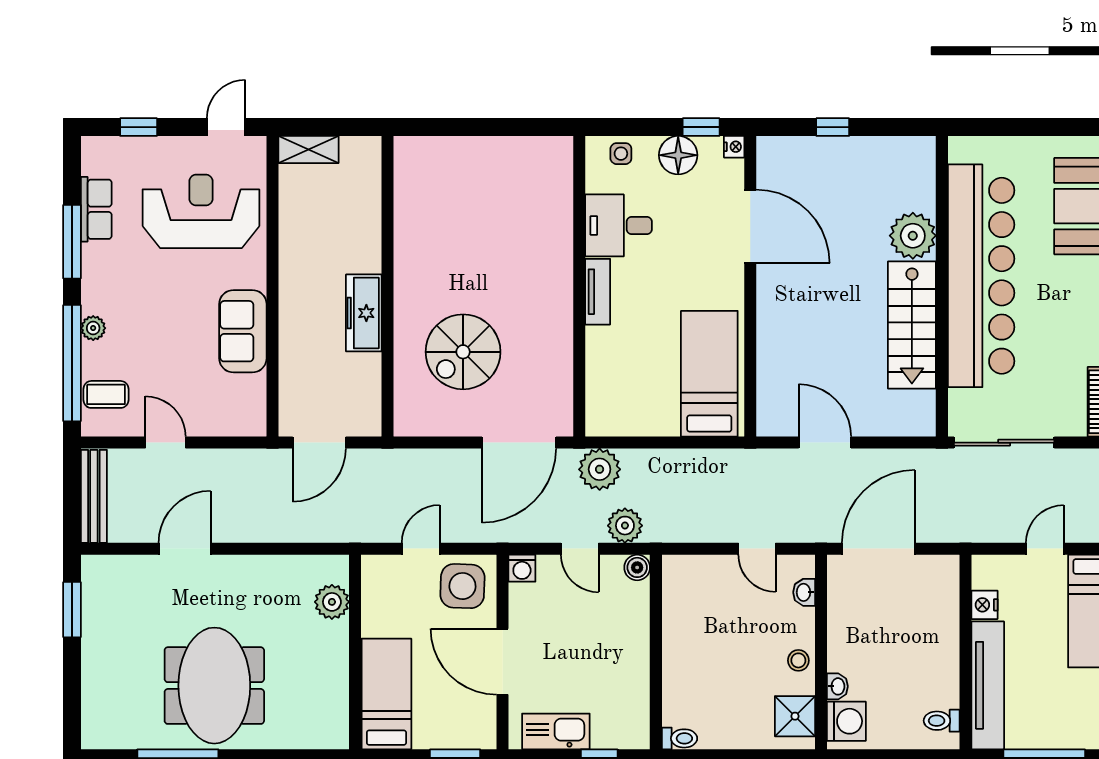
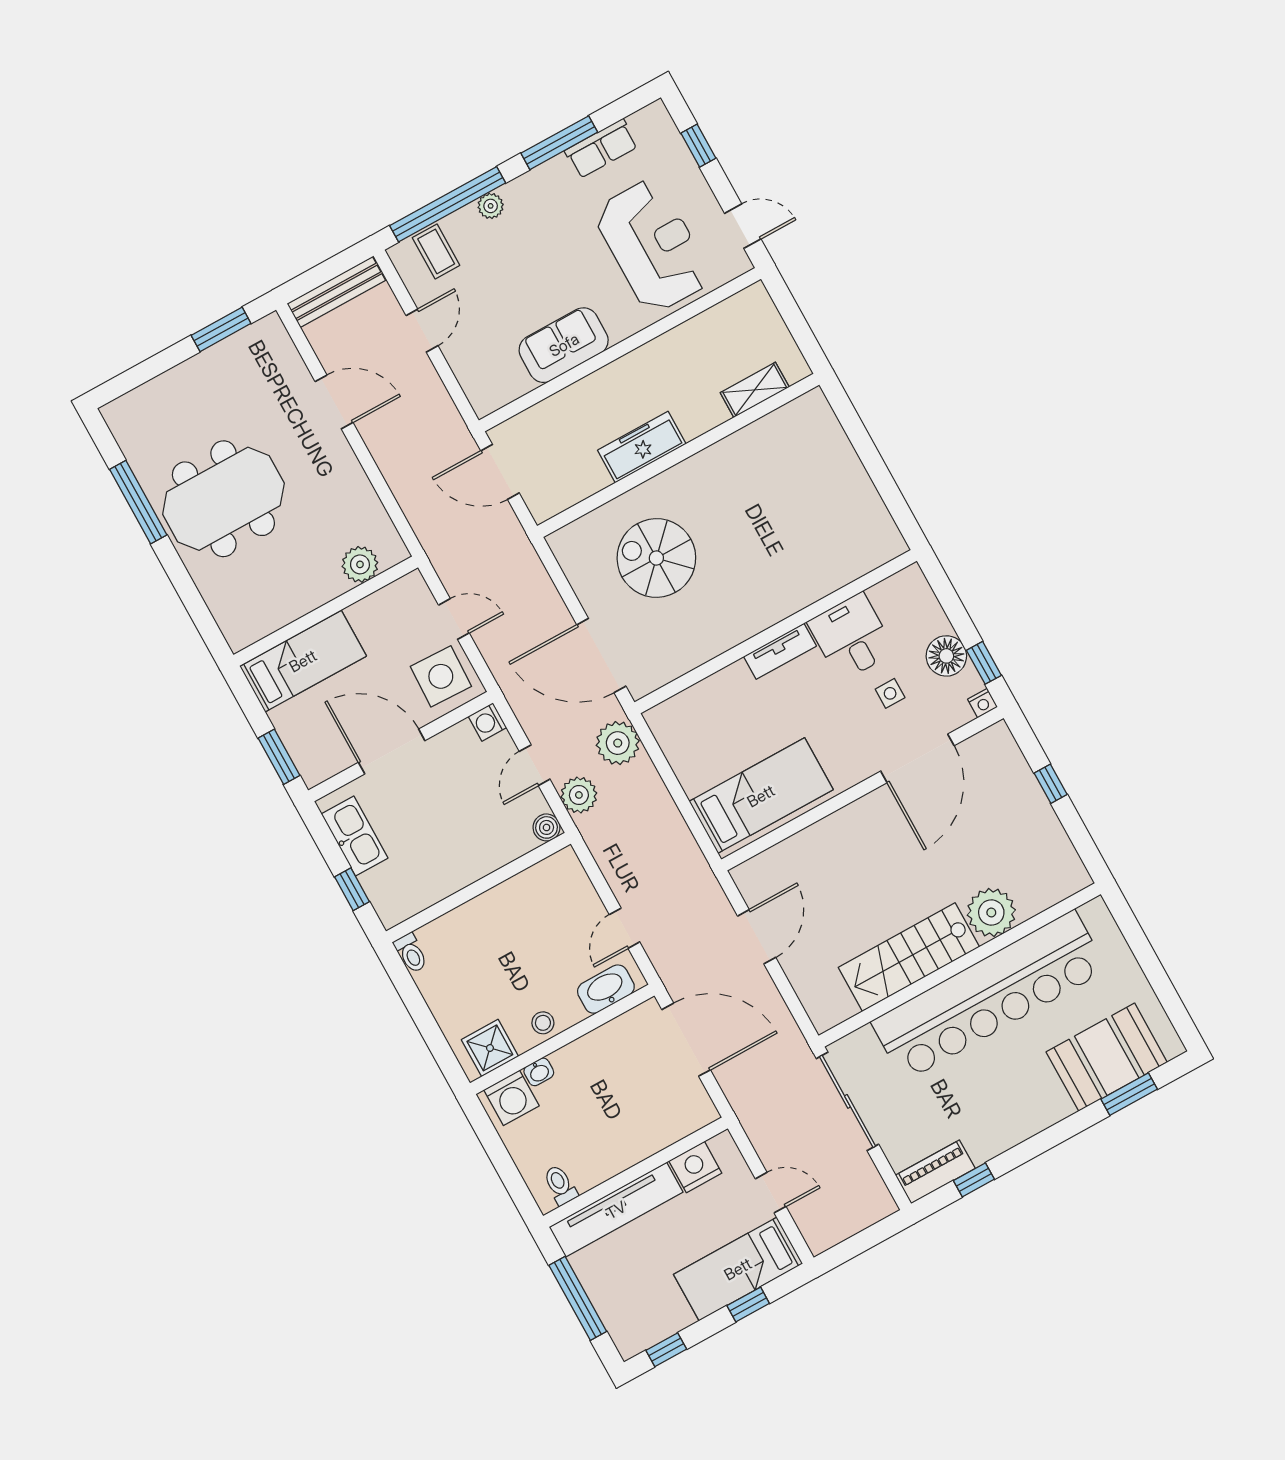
shelving: (309, 149) -> (755, 390), moved, turned 90
side table: (621, 154) -> (890, 693), moved
washbasin: (804, 592) -> (606, 989), width x1.91, depth x1.45
nightstand: (984, 605) -> (695, 1167), width x1.36, depth x1.33
door: (503, 662) -> (392, 752), hinge flipped

